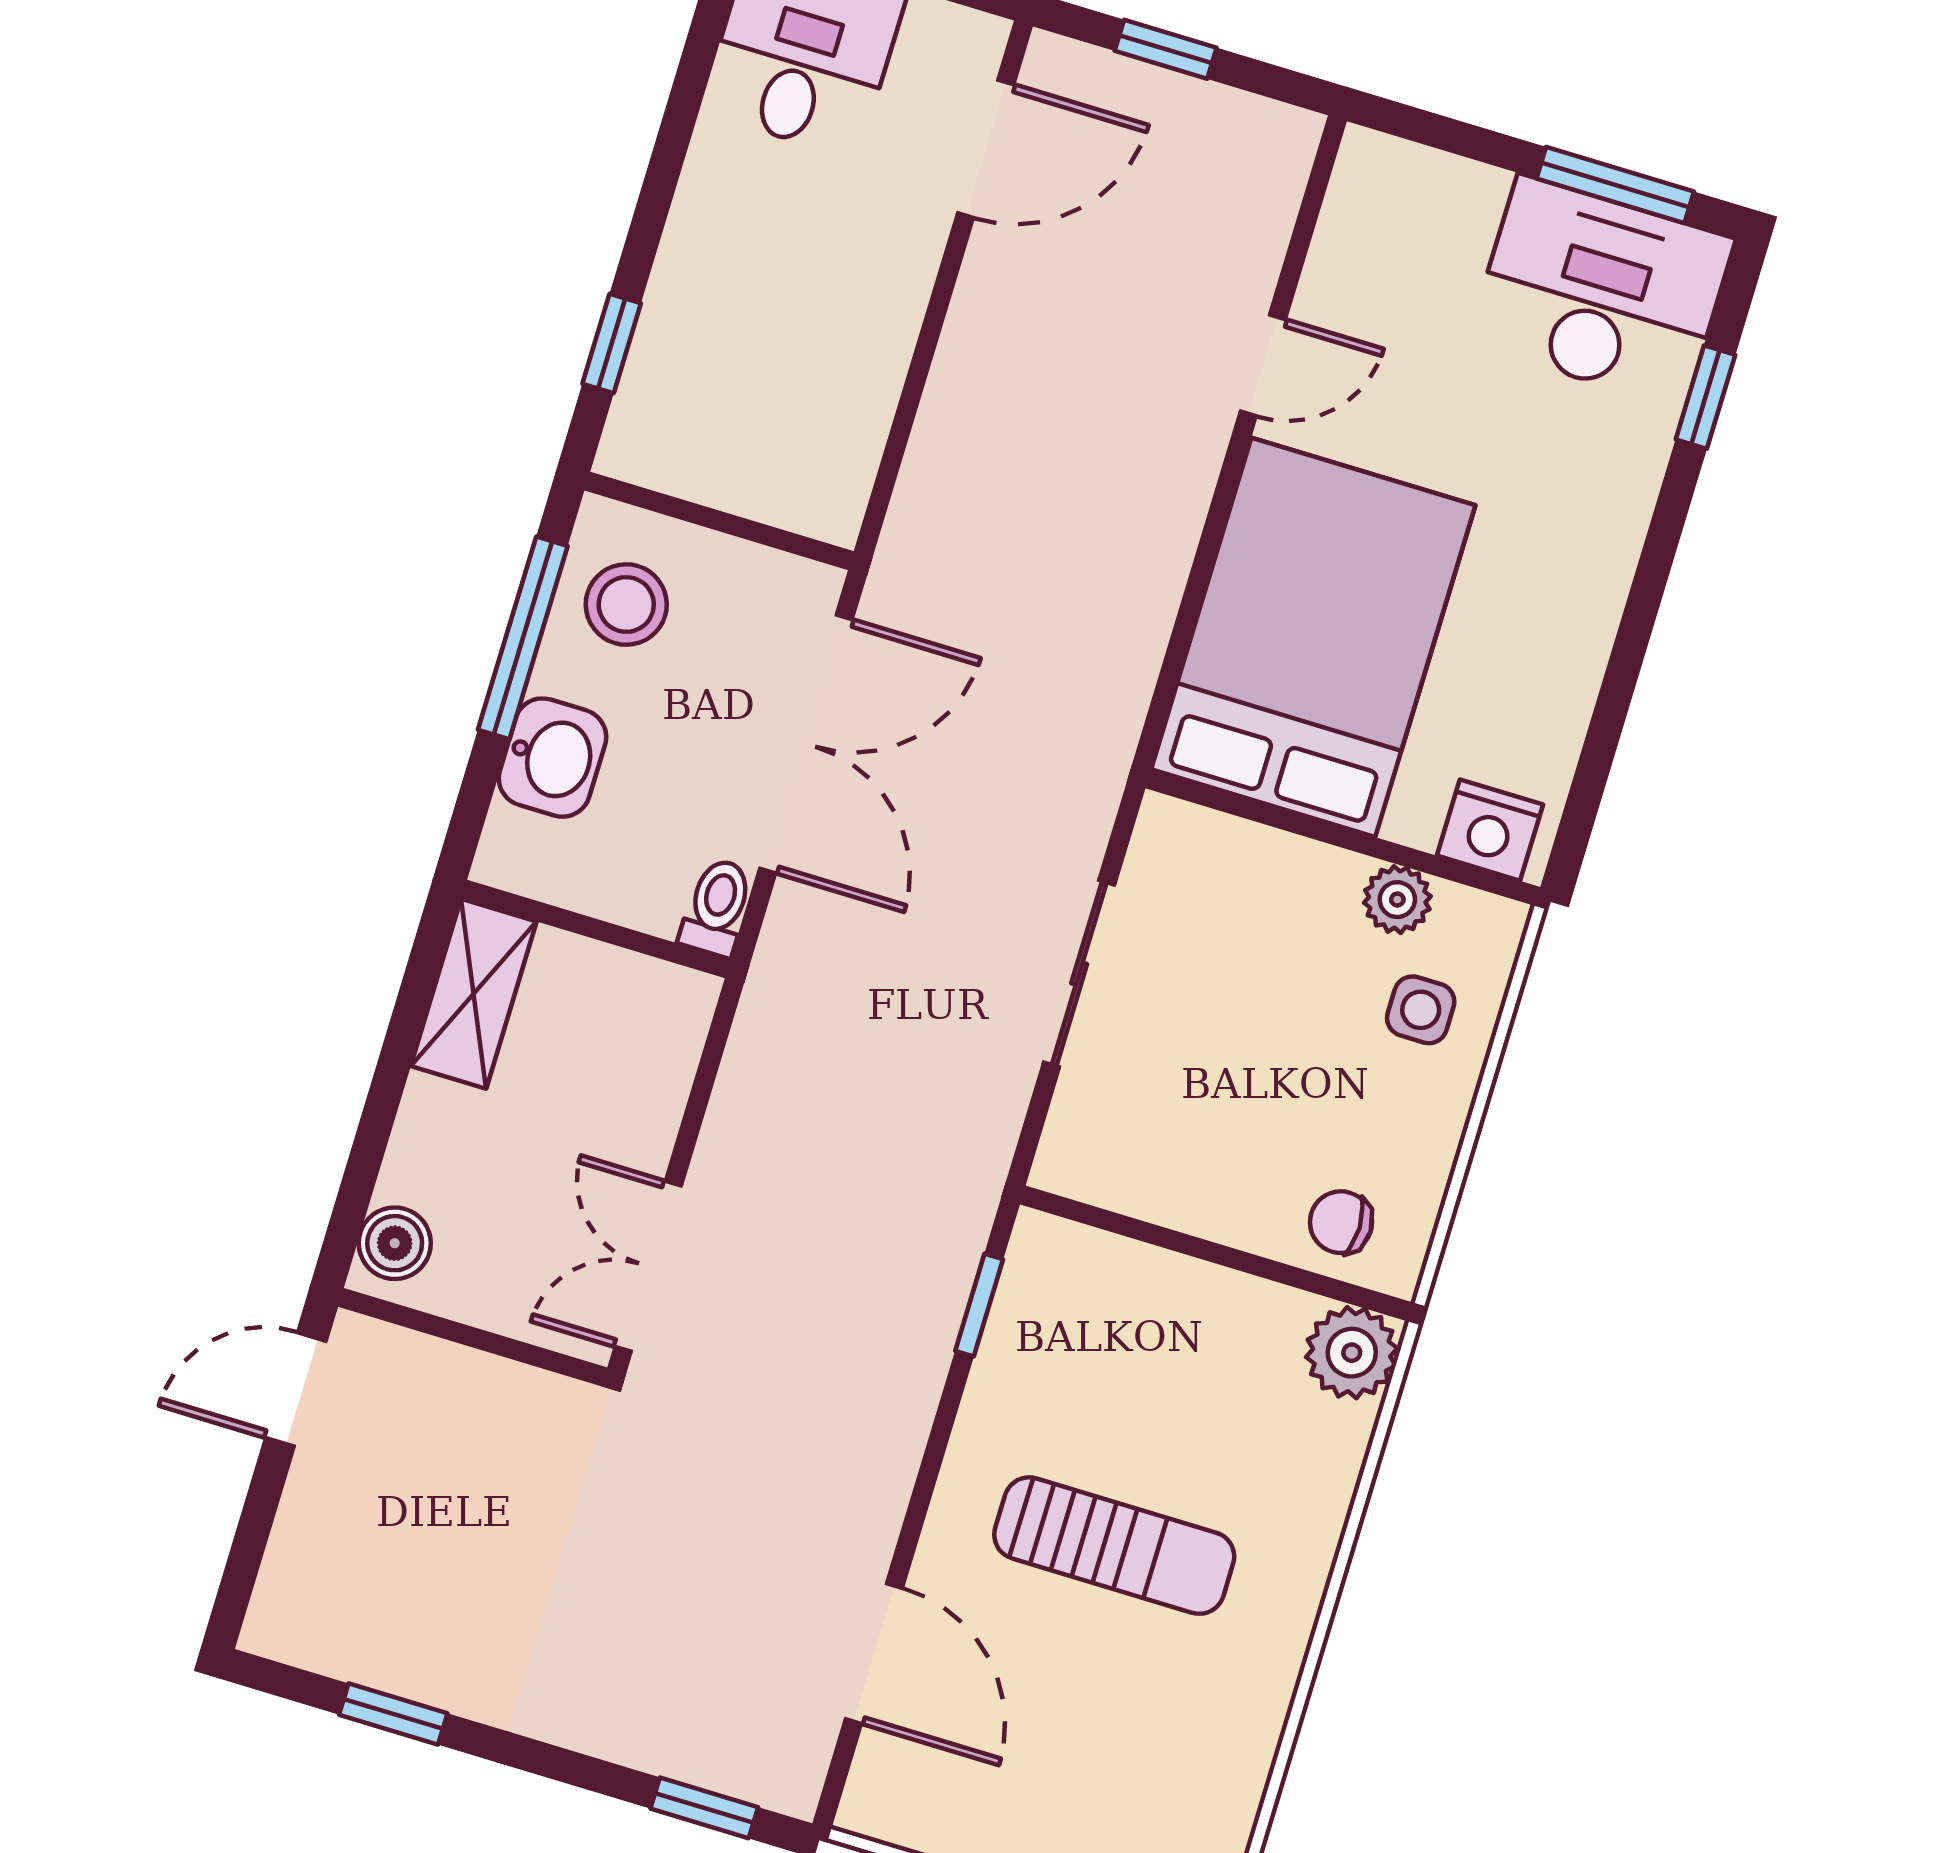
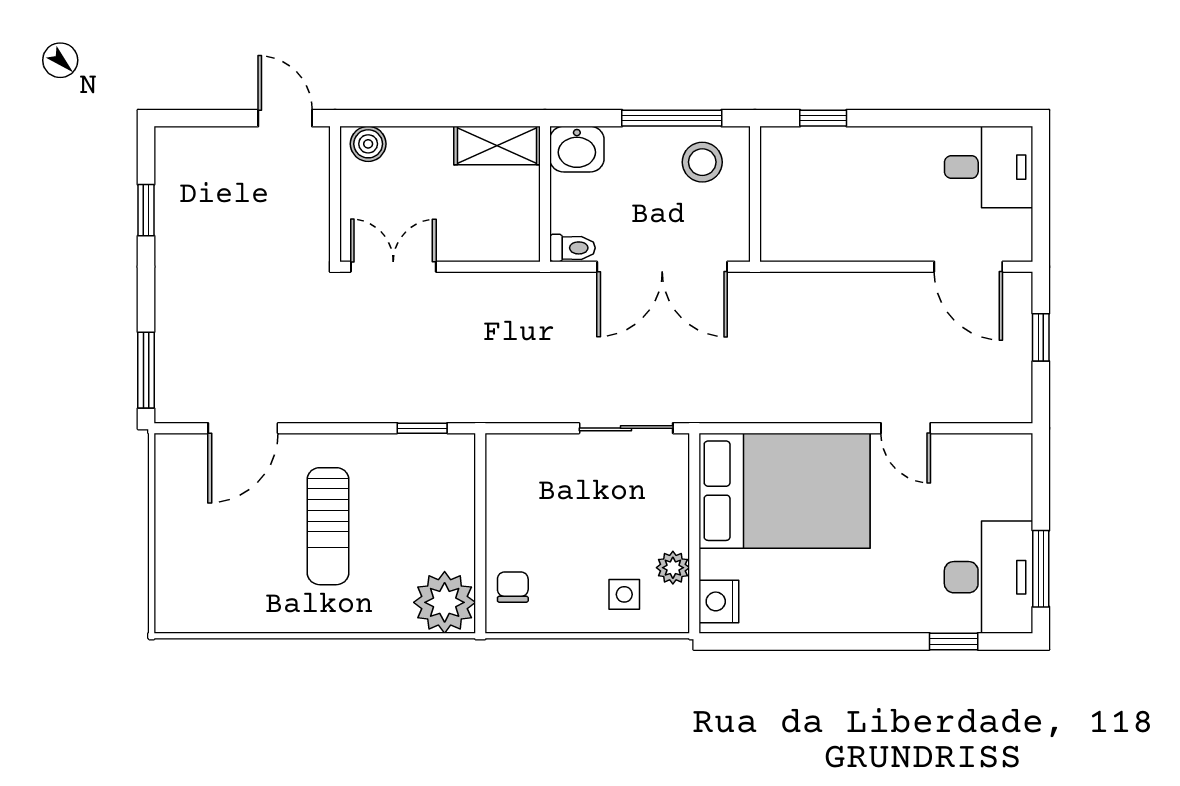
washbasin: (552, 758) -> (577, 149), moved
sliding door: (1079, 974) -> (626, 428), moved
plant: (1352, 1353) -> (445, 602), width x1.36, depth x1.36
window: (704, 1808) -> (146, 370), width x1.50

